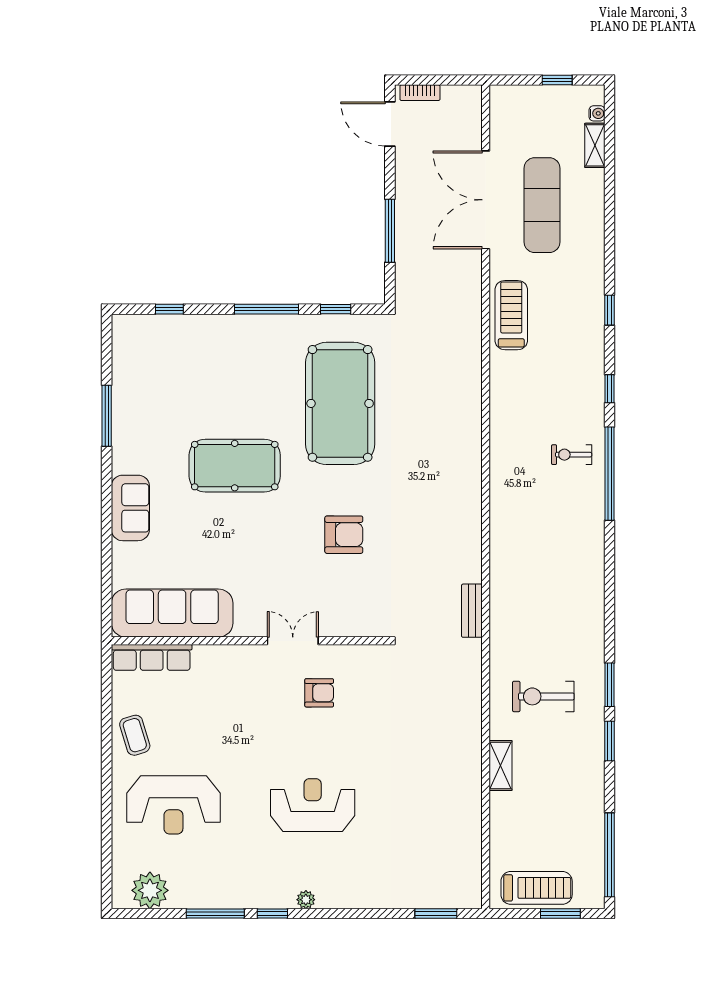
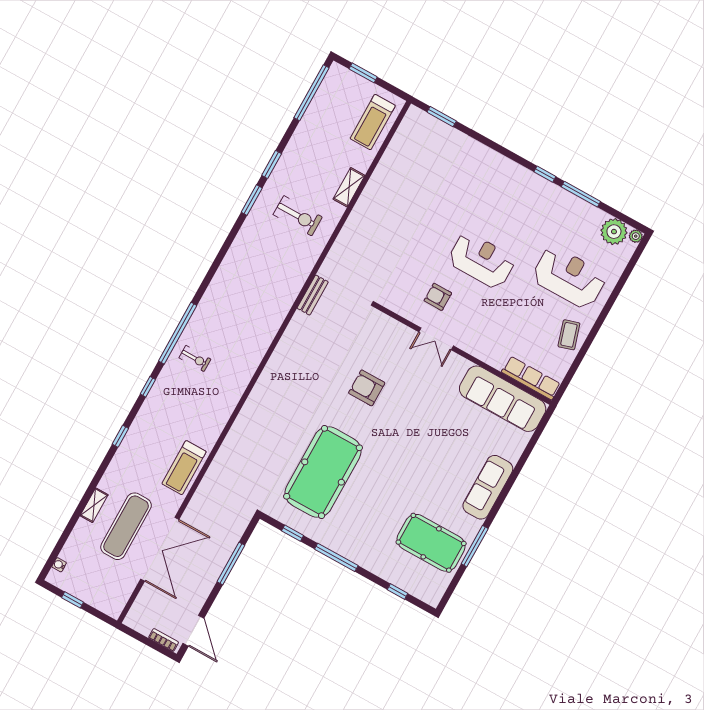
shelving: (595, 145) -> (94, 505), moved
pool table: (235, 466) -> (431, 543), moved
sofa: (130, 508) -> (488, 487), width x1.36
reception desk: (313, 805) -> (482, 260), moved, turned 180
treadmill: (537, 888) -> (373, 122), moved, turned -90
plant: (306, 900) -> (636, 236), moved

